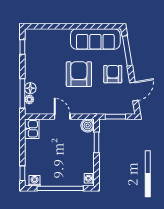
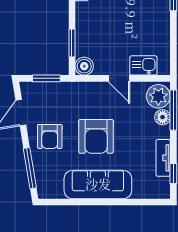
sofa: (95, 39) -> (98, 184), moved
tv unit: (30, 58) -> (163, 158), added
plant: (29, 99) -> (158, 96), width x1.88, depth x1.88
kitchen sink: (32, 129) -> (143, 65), moved, turned 90

